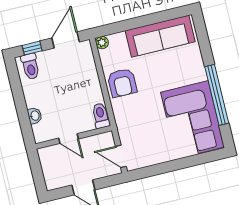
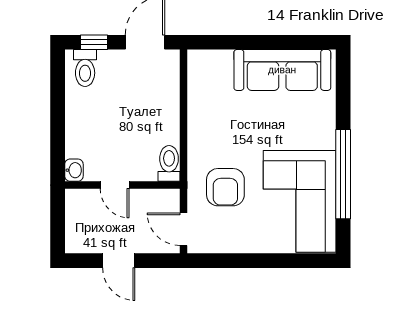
plant: (102, 43) -> (196, 59), removed
armchair: (122, 83) -> (225, 187), moved
washbasin: (35, 116) -> (74, 170), moved

